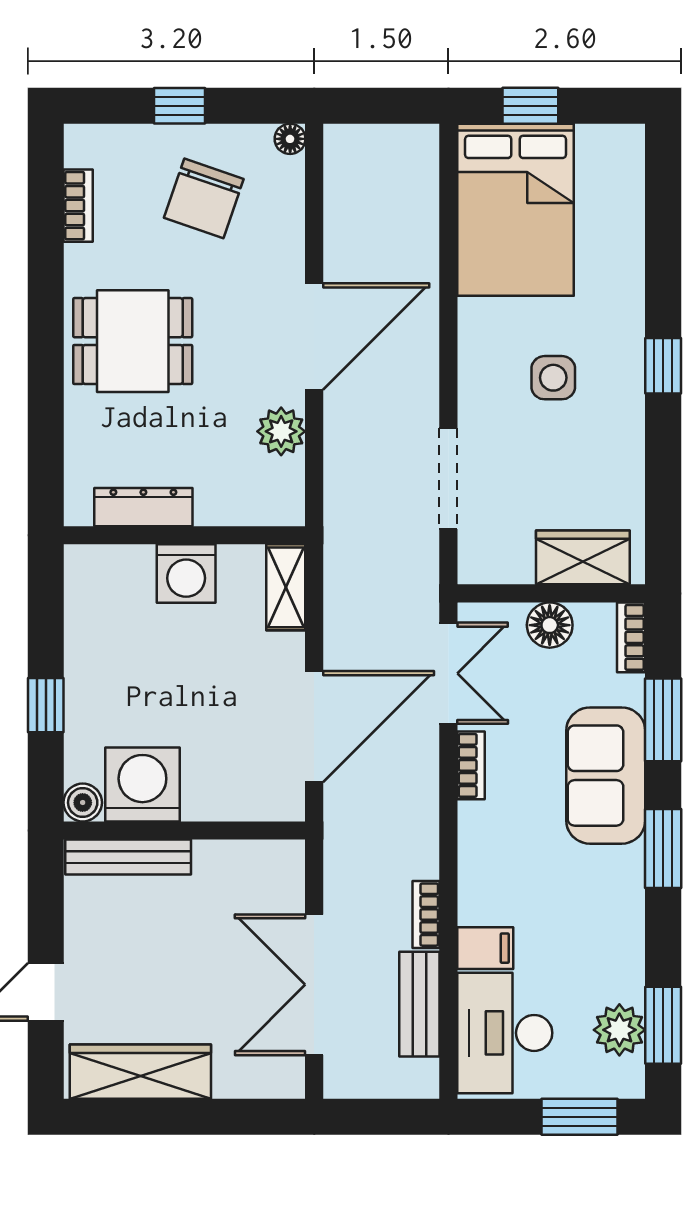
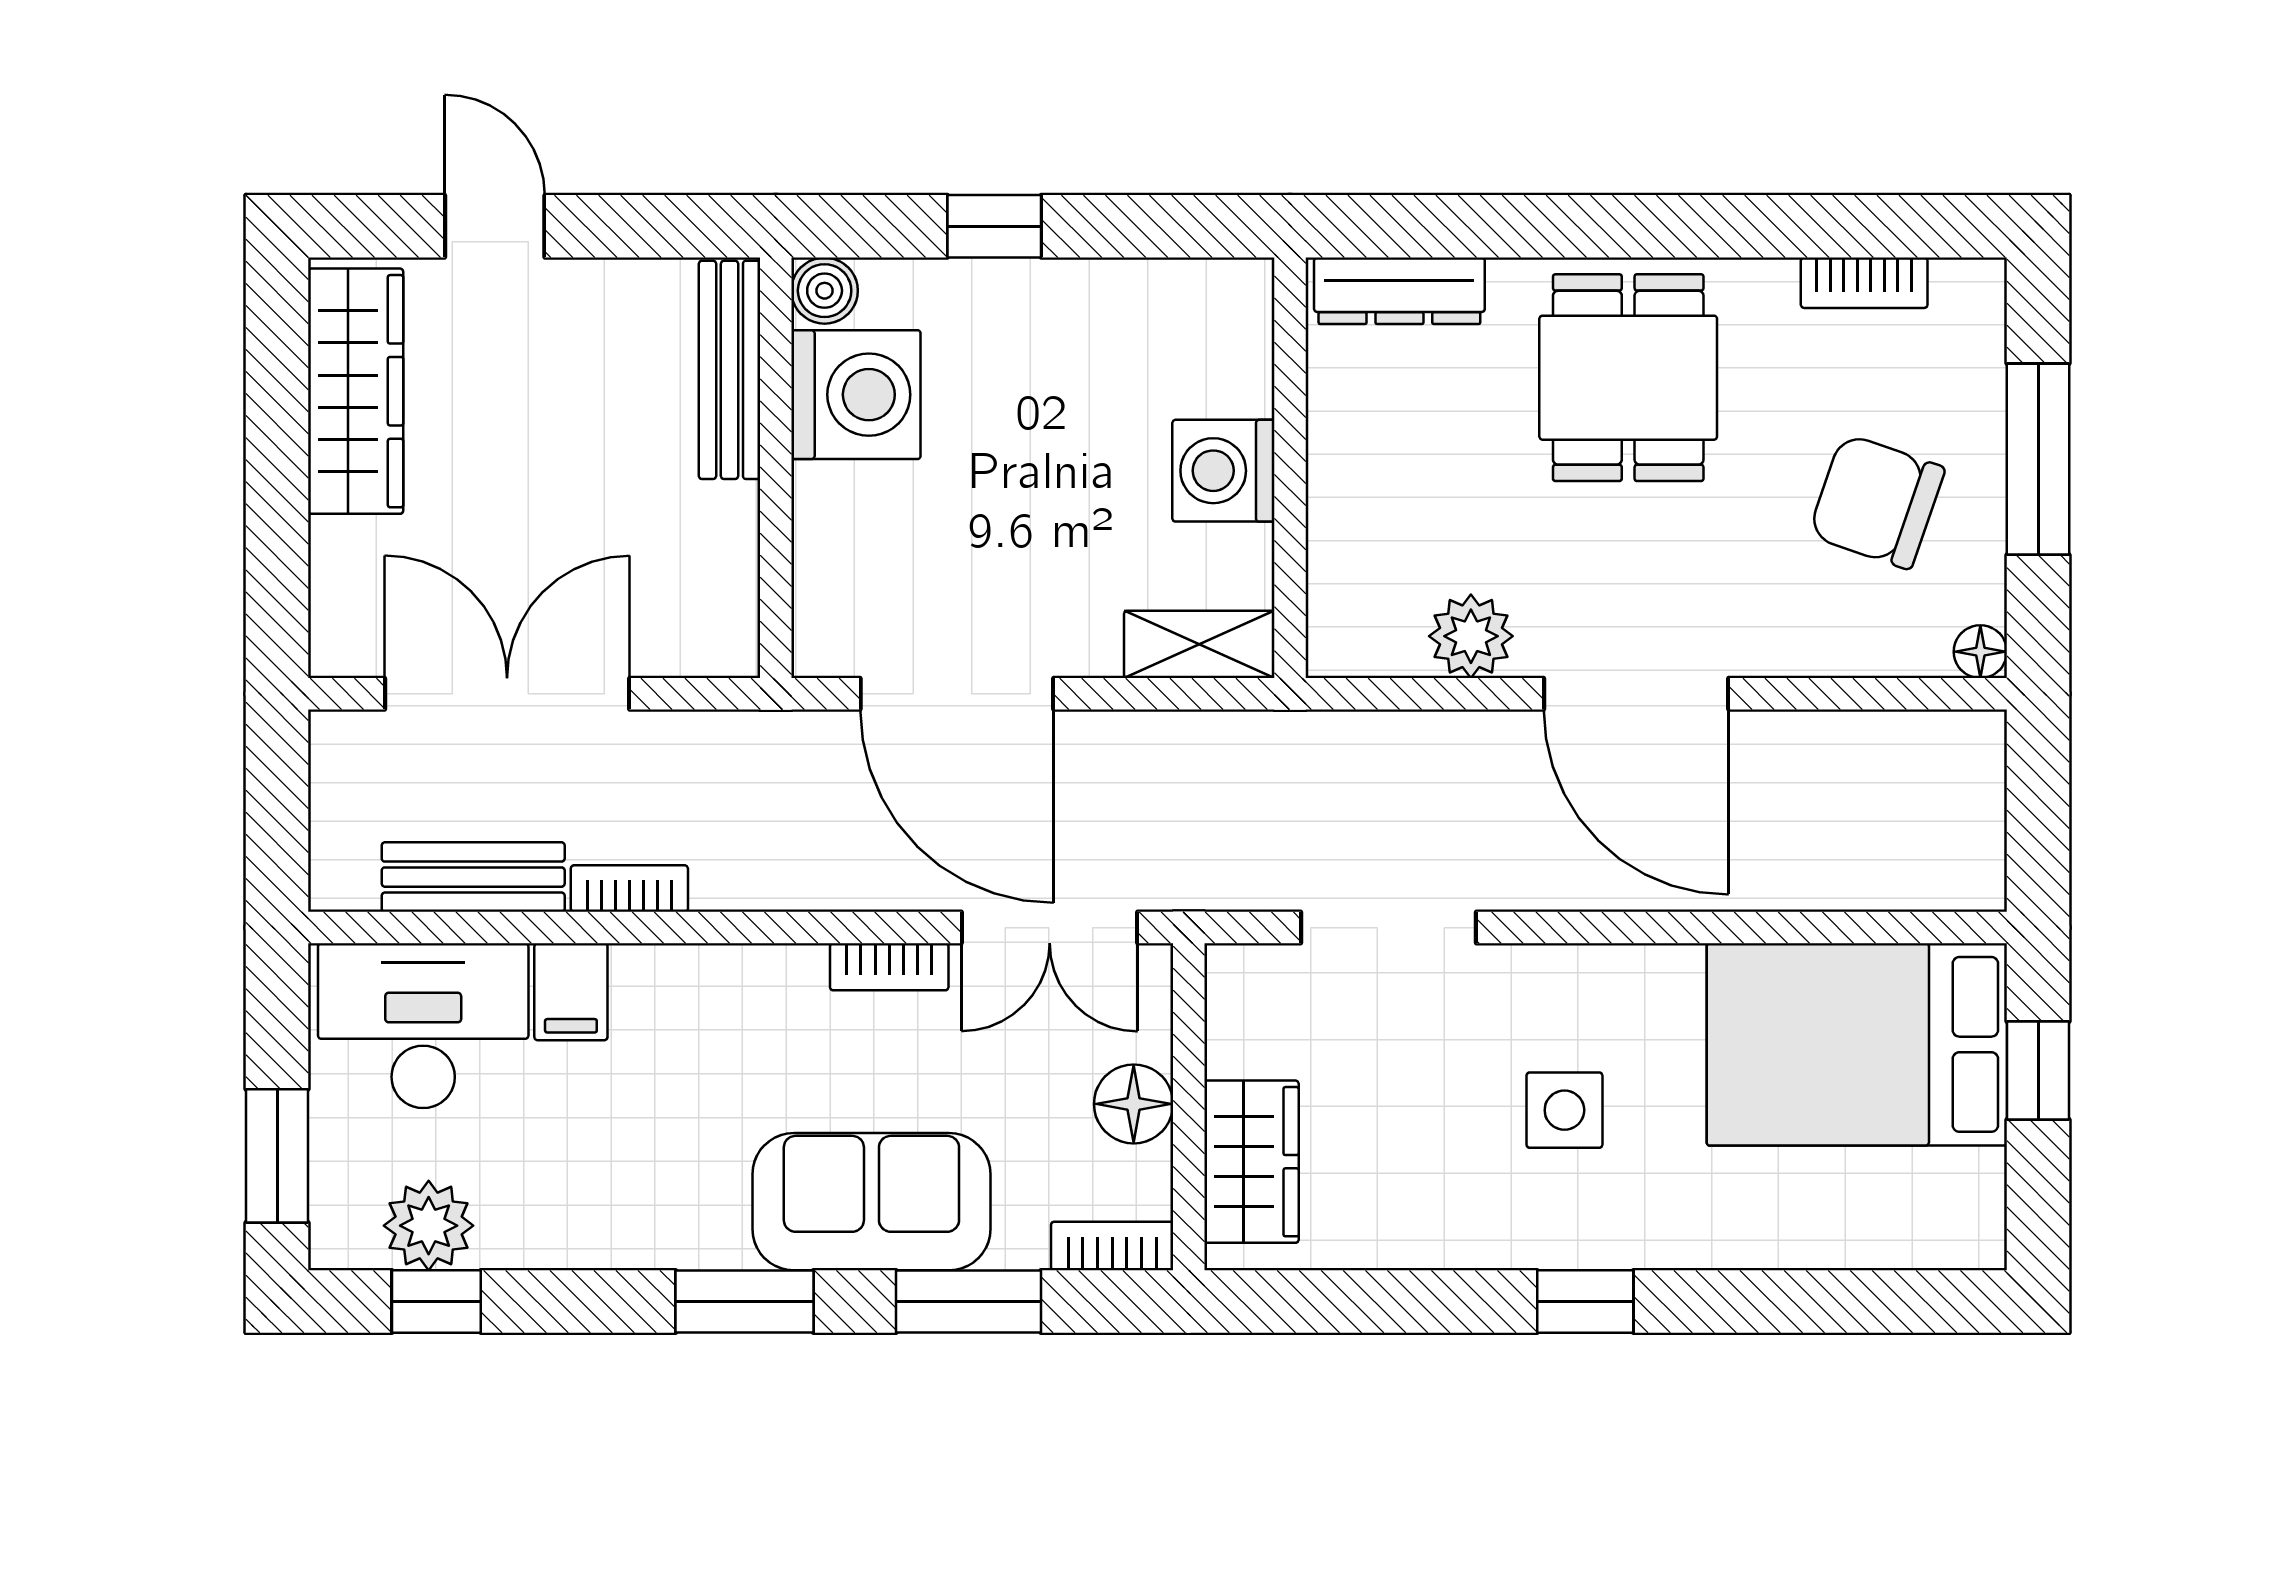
window: (179, 106) -> (2038, 459), width x2.17
dresser: (143, 507) -> (1399, 291), moved, turned 90
window: (663, 1025) -> (436, 1302), width x0.67

